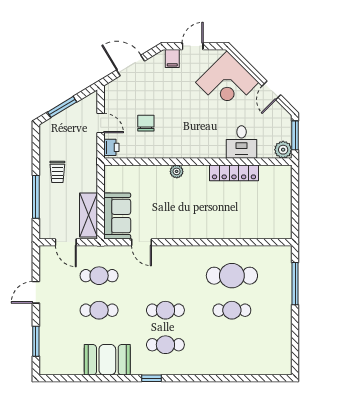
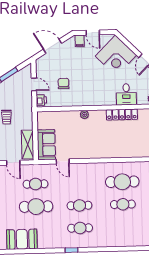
door: (193, 46) -> (93, 33), swing flipped
cafe table: (99, 310) -> (36, 207), width x1.37, depth x1.35
booth: (107, 360) -> (22, 239), moved

